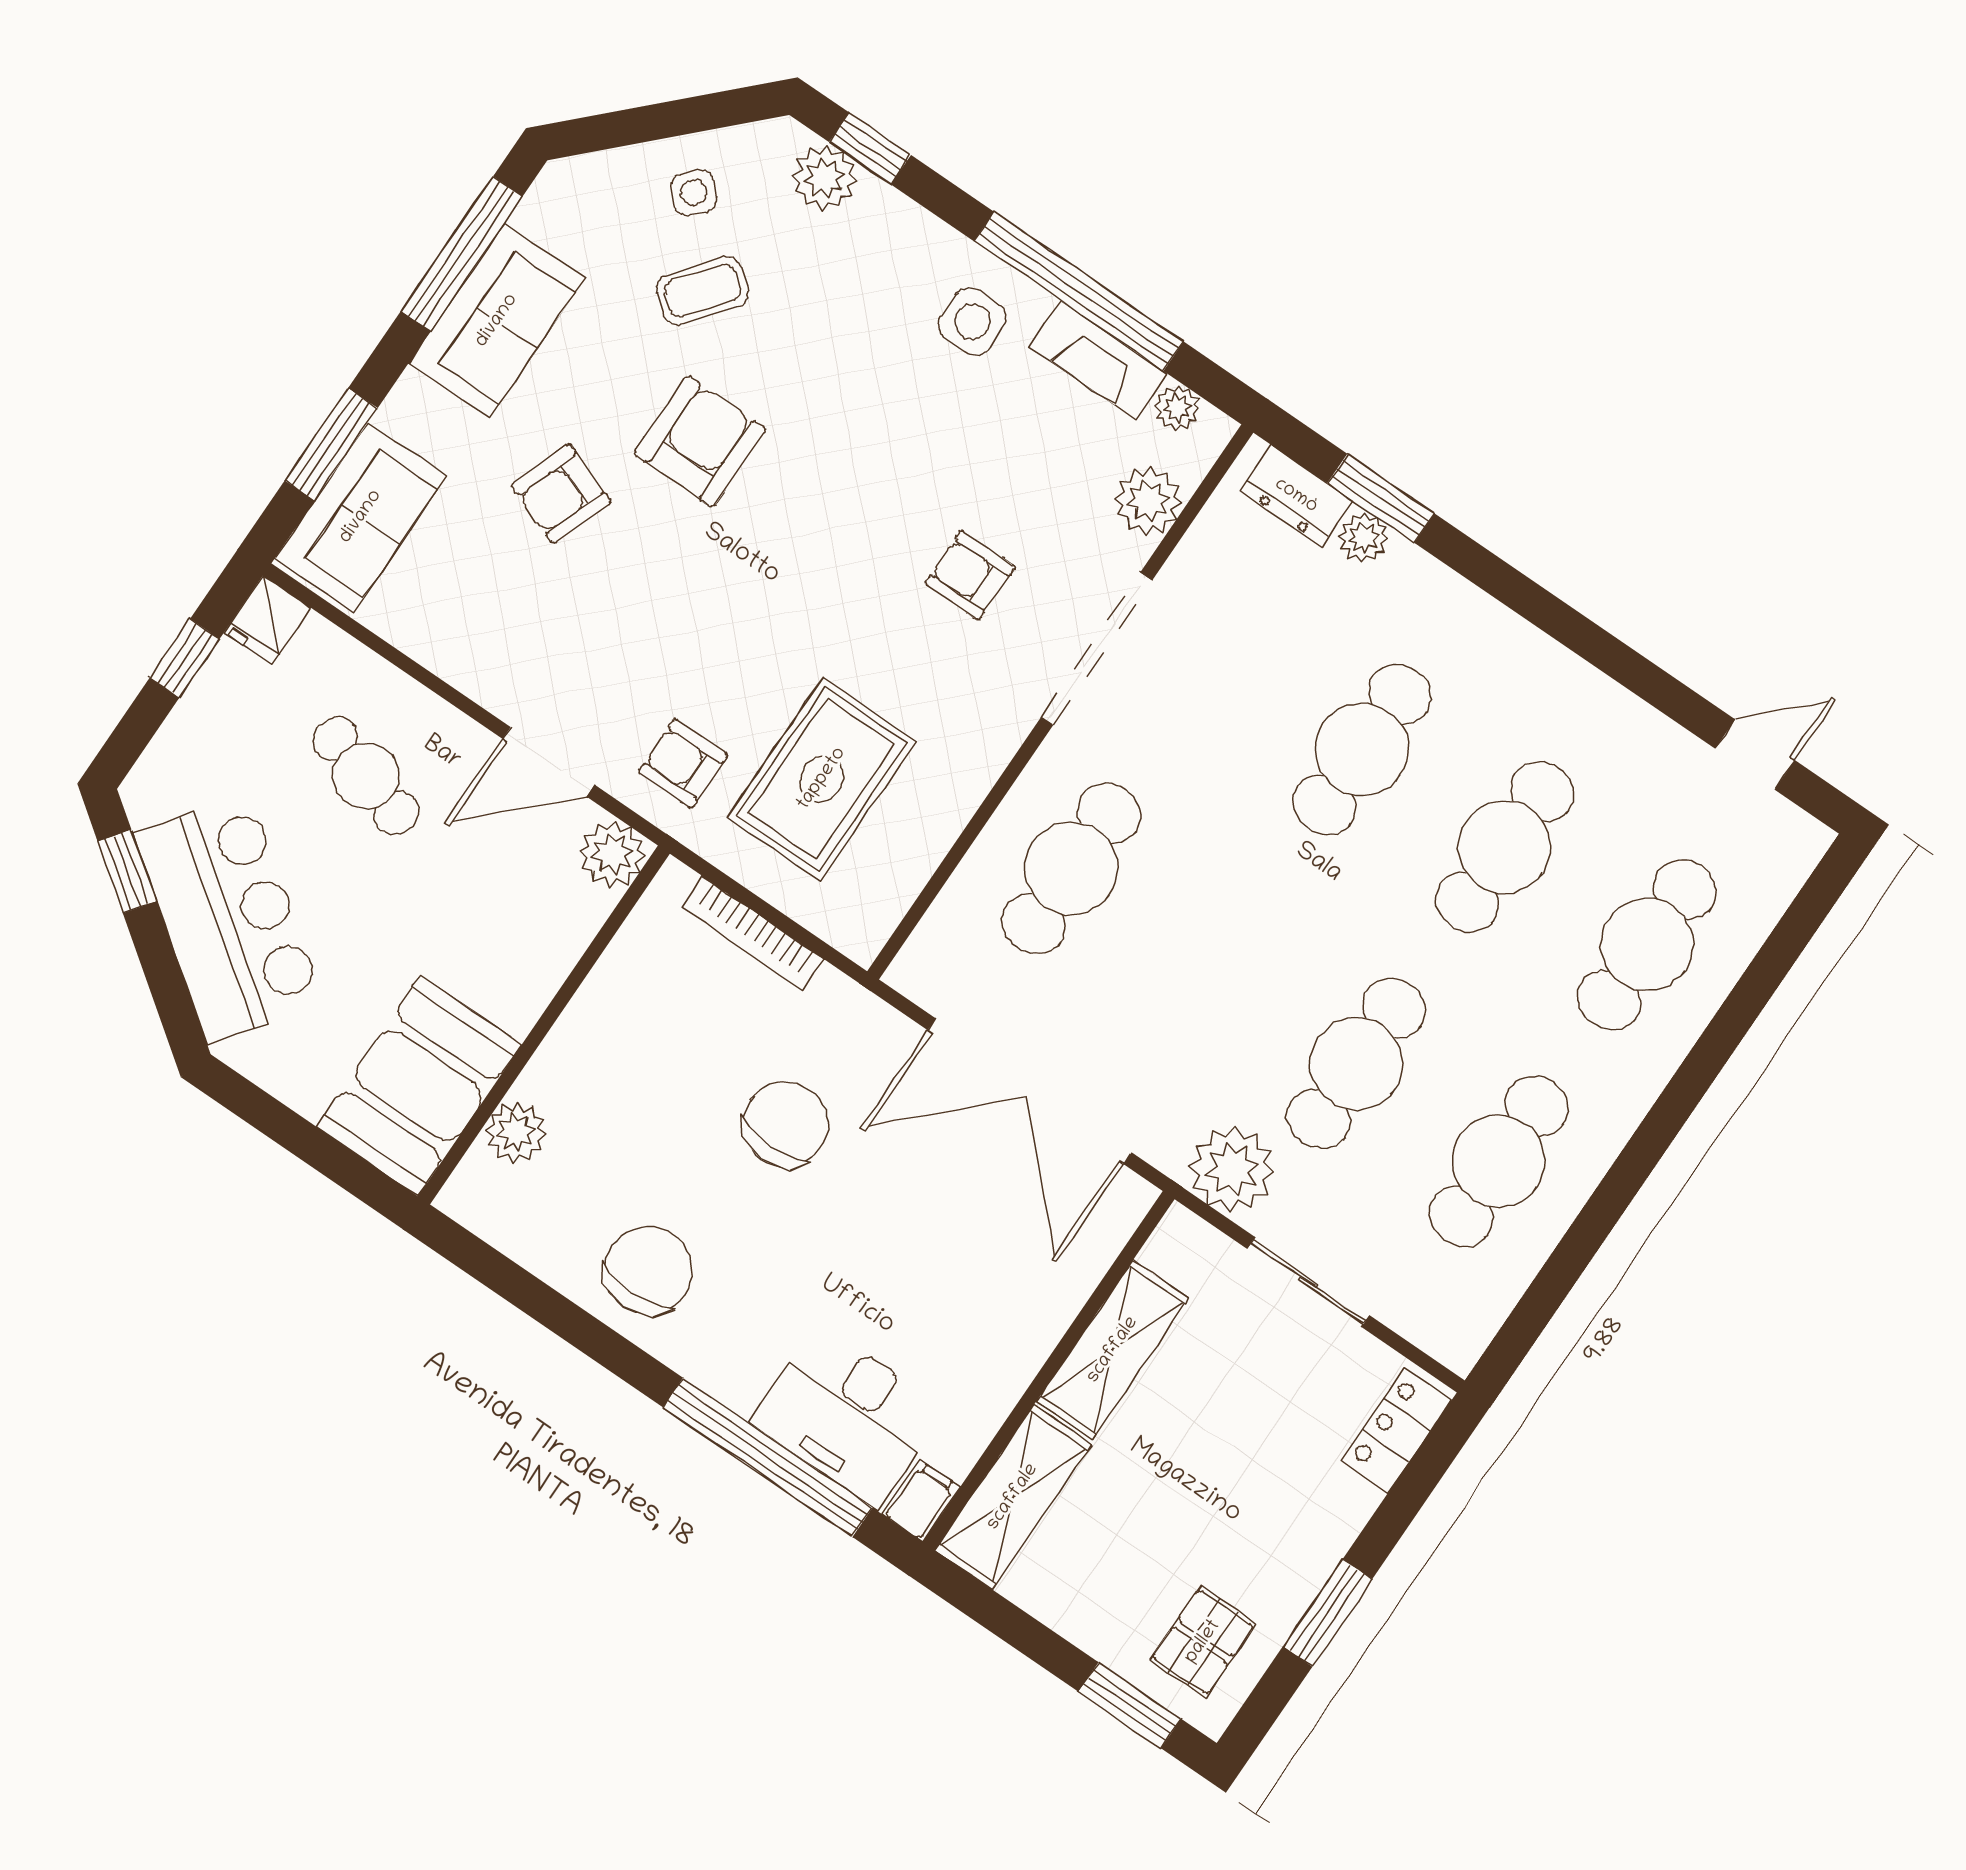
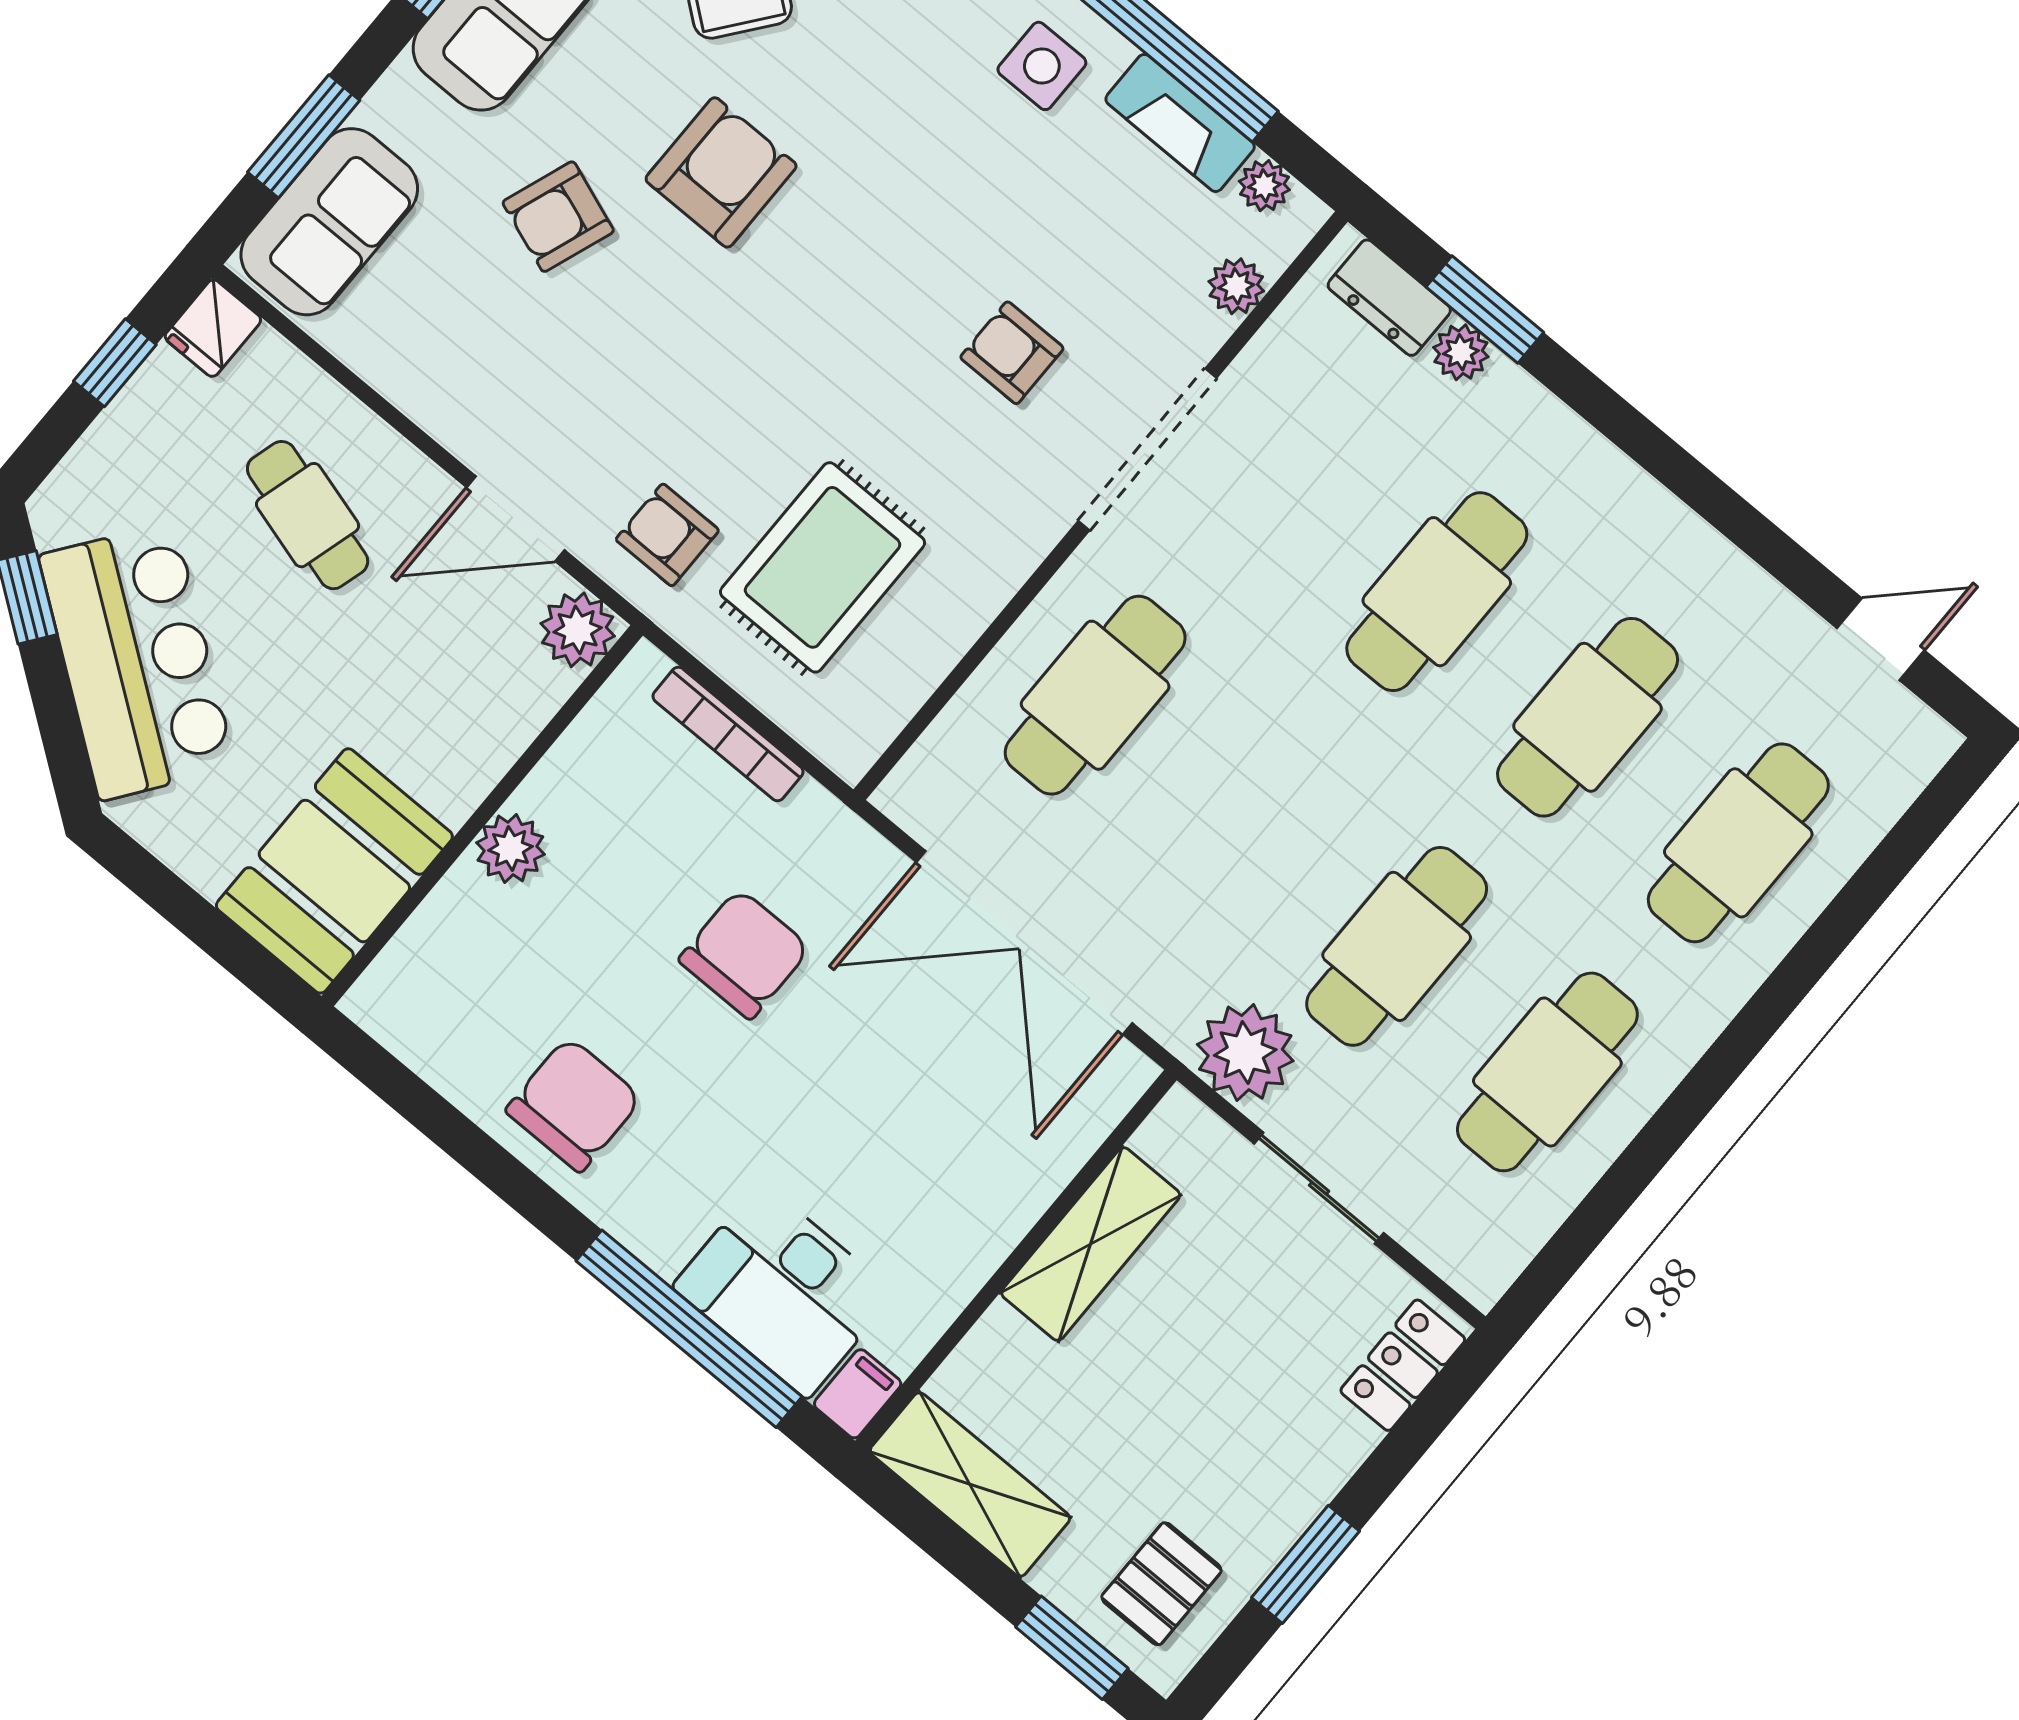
plant: (1148, 501) -> (1236, 286), width x0.73, depth x0.73
plant: (516, 1132) -> (510, 848), moved
shelving: (1013, 1497) -> (970, 1484), moved, turned 90

